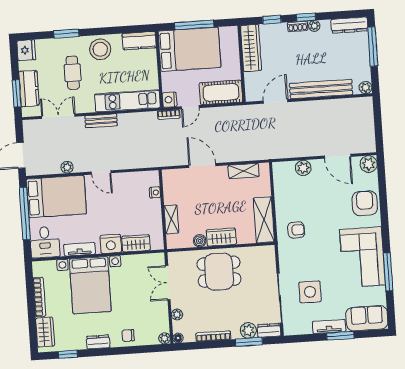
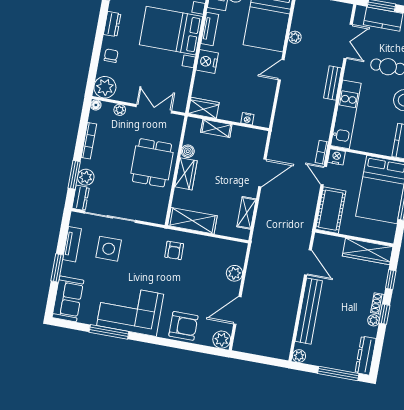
wardrobe: (136, 243) -> (204, 108), moved, turned -90
tv unit: (329, 326) -> (72, 244), moved
plant: (164, 338) -> (105, 87), width x1.88, depth x1.88

